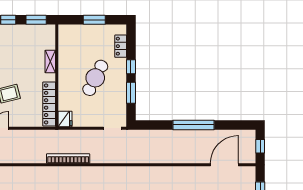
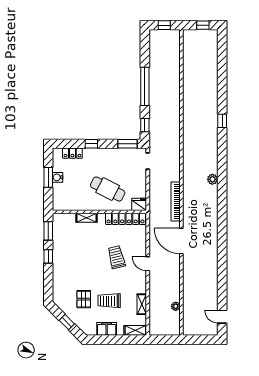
water cooler: (94, 30) -> (57, 177), added
cafe table: (95, 78) -> (108, 189), moved
window: (131, 93) -> (128, 144), moved
window: (151, 125) -> (145, 125), added
door: (224, 165) -> (181, 241), moved

